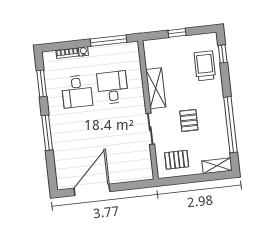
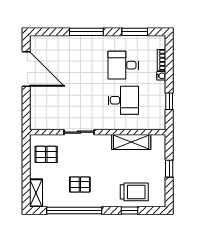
window: (109, 41) -> (169, 101), width x0.46
window: (223, 54) -> (130, 211), moved
shelving: (156, 88) -> (131, 142), moved
pallet: (189, 120) -> (80, 184), moved
pallet: (177, 160) -> (46, 154), turned 90

